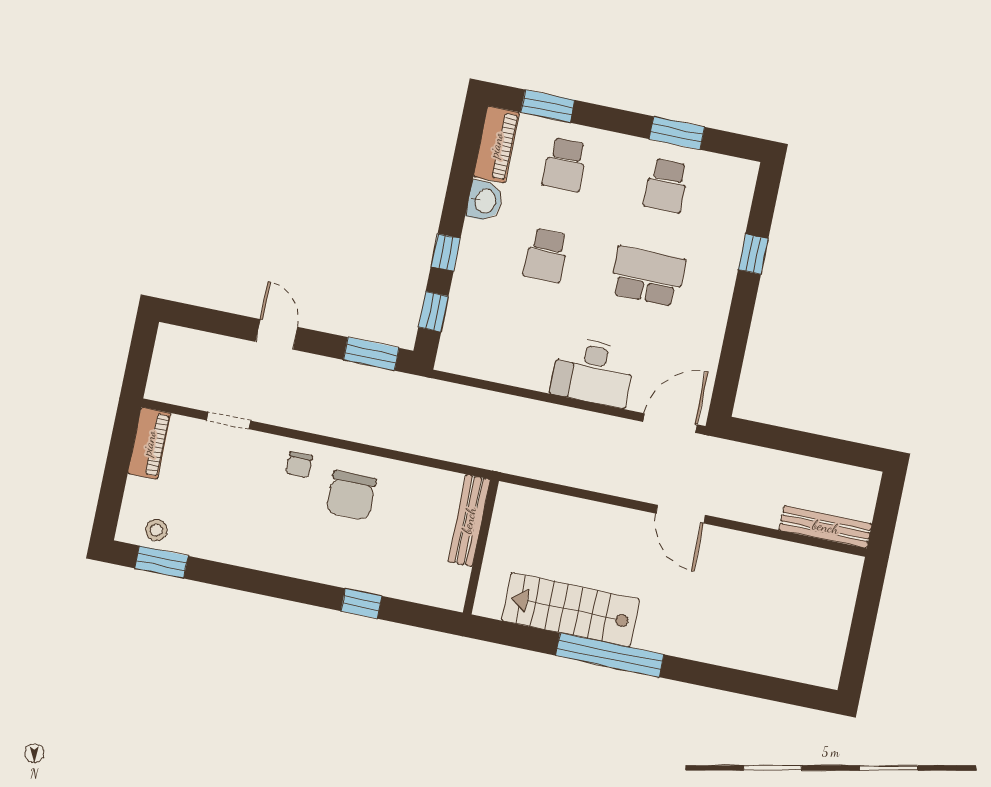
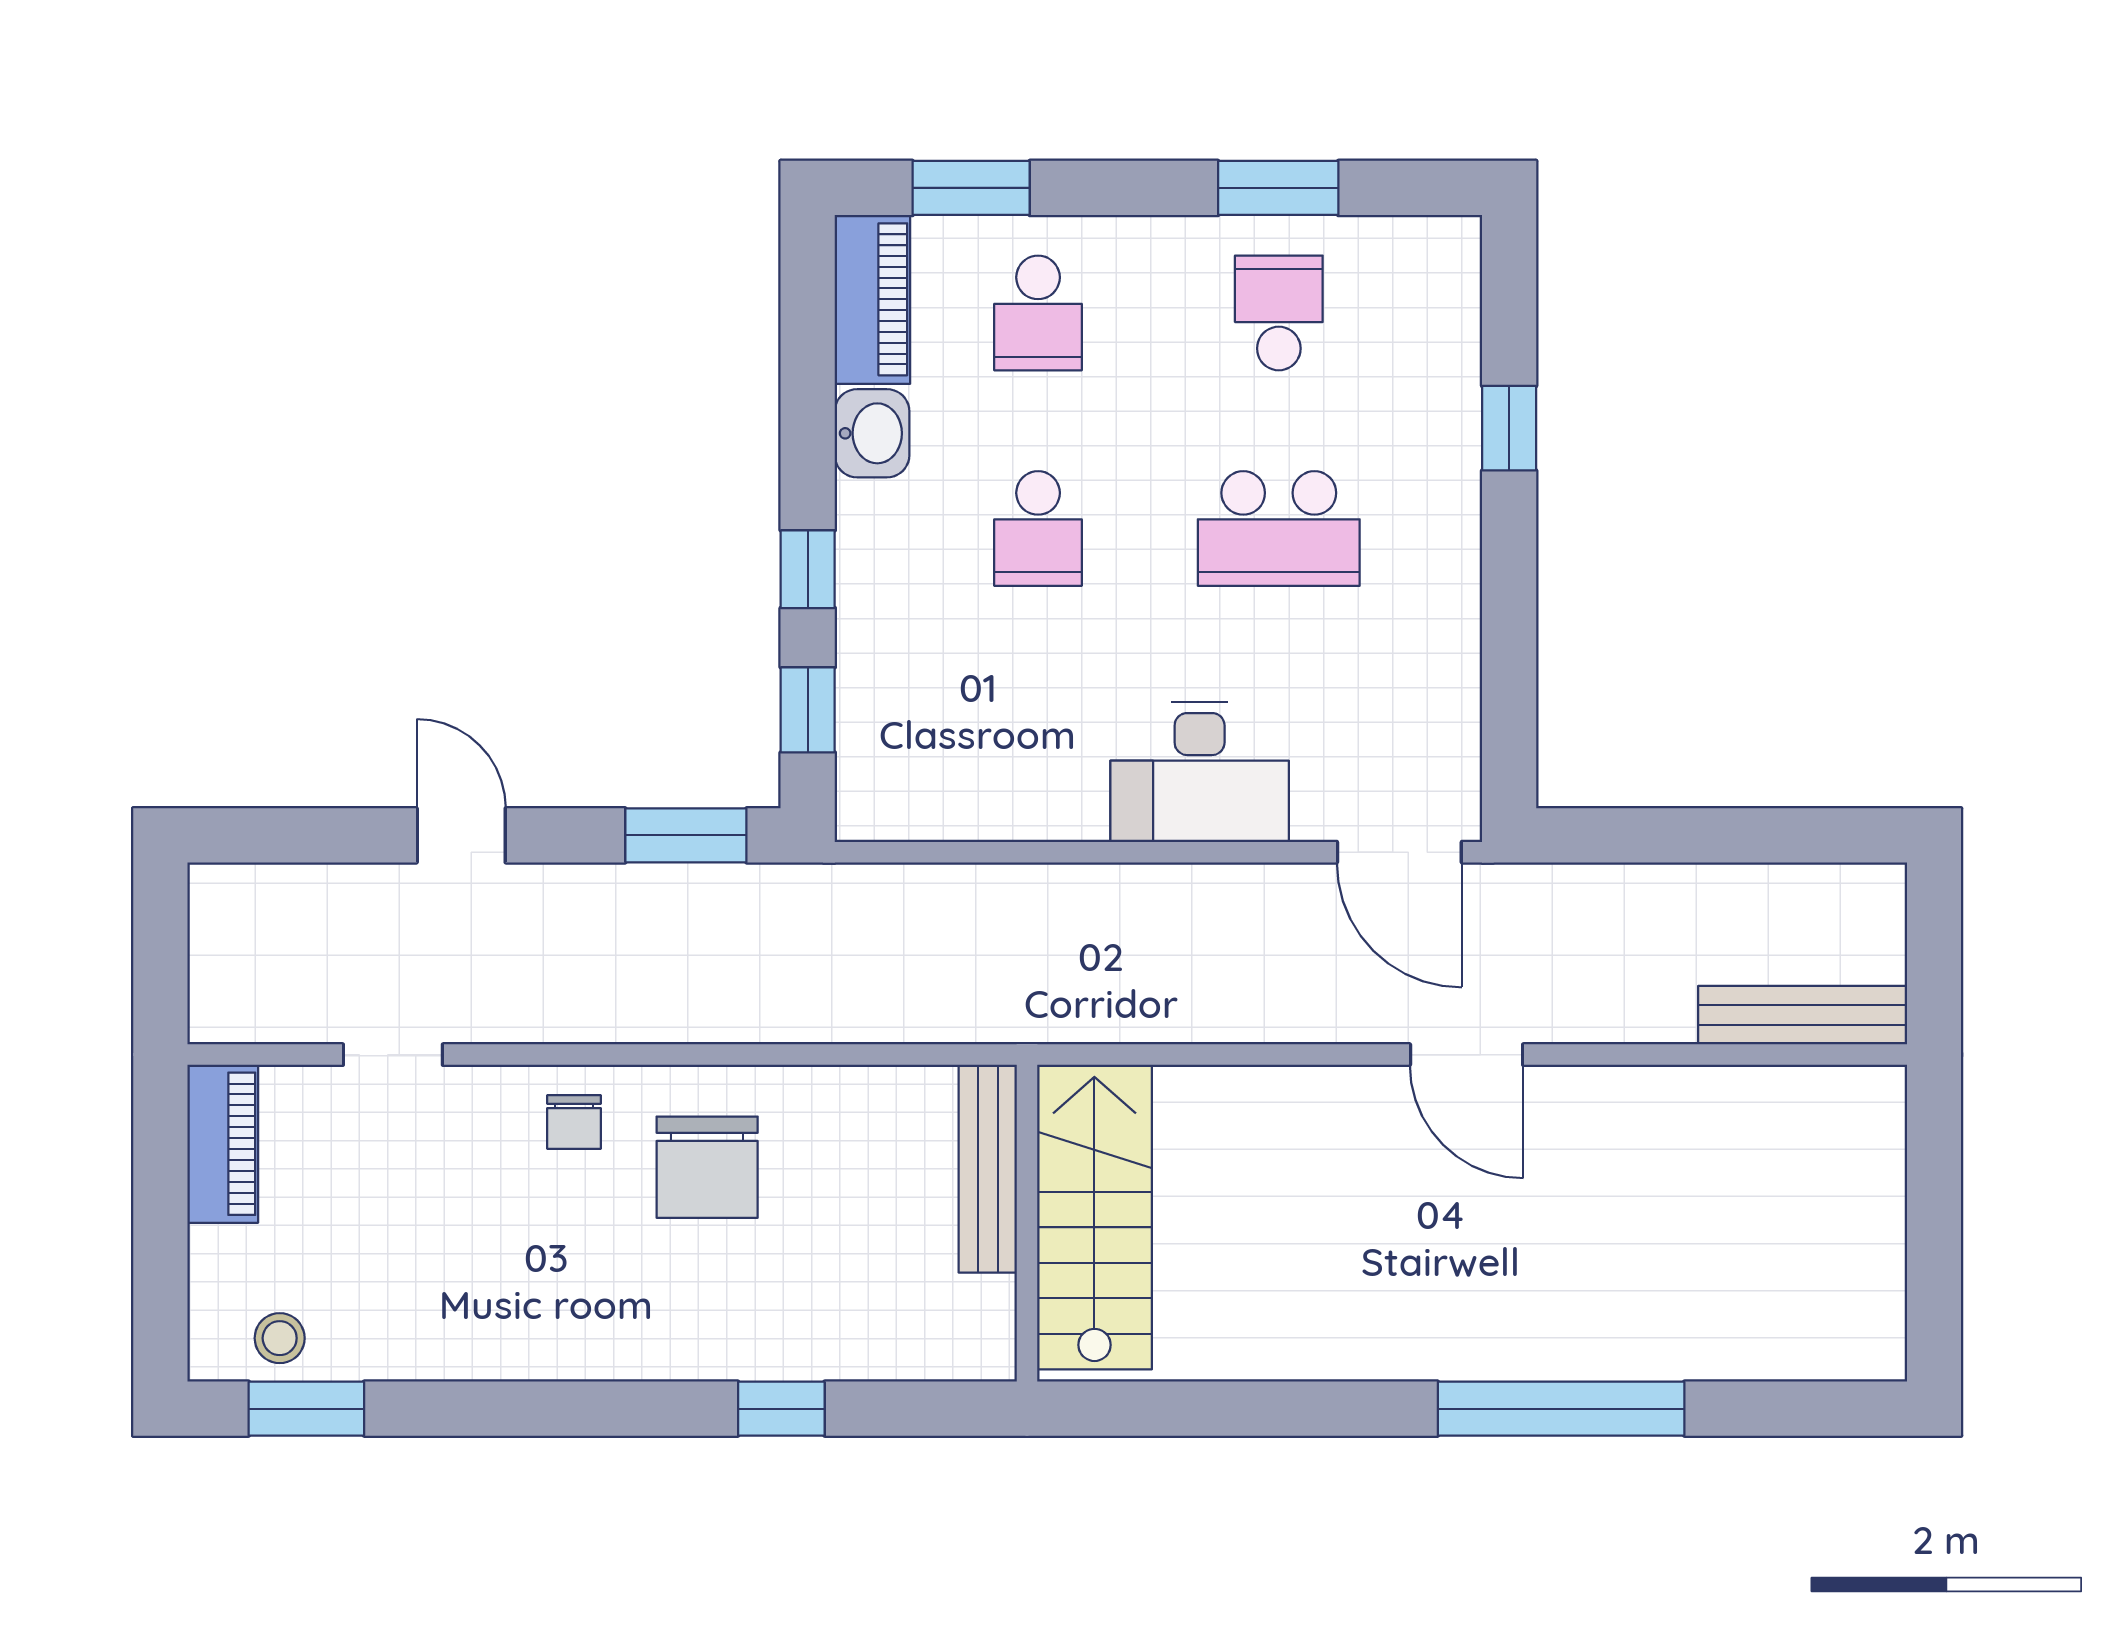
school desk: (666, 186) -> (1279, 313), turned 180
school desk: (647, 276) -> (1279, 529), turned 180
door: (670, 423) -> (1399, 852), swing flipped
stairs: (571, 610) -> (1094, 1217), moved, turned 90
window: (610, 655) -> (1561, 1409), moved

